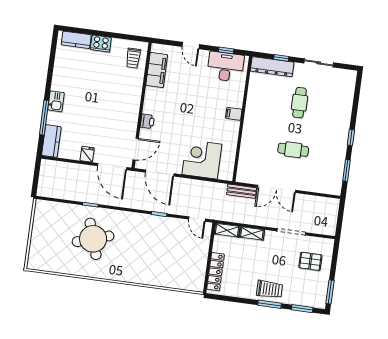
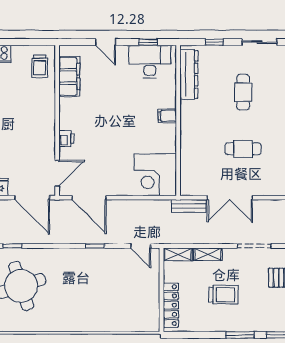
dresser: (272, 67) -> (189, 75), moved, turned -90
corner desk: (202, 159) -> (155, 175), moved, turned -90
trolley: (269, 289) -> (224, 295), moved

